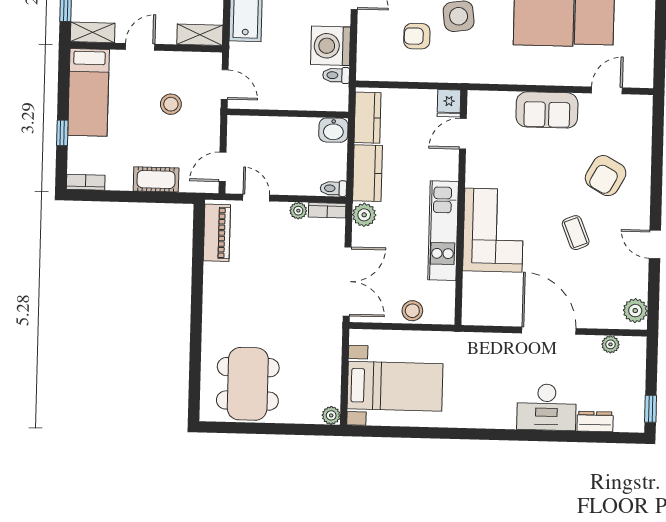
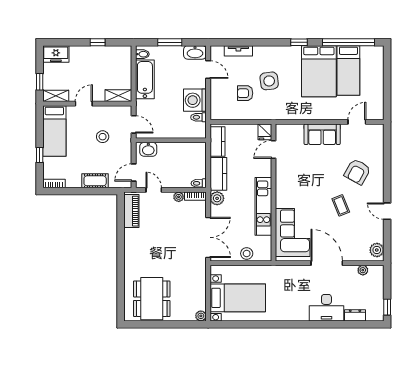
washbasin: (333, 130) -> (148, 149), moved
corner sofa: (493, 230) -> (293, 233), moved

